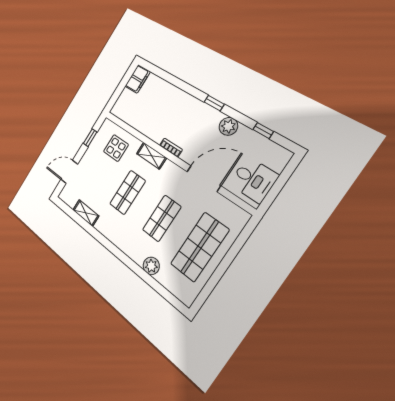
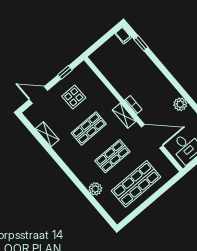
filing cabinet: (138, 79) -> (123, 35), width x0.50
window: (214, 103) -> (141, 43), moved
display table: (116, 148) -> (74, 97), moved
shelving: (151, 156) -> (124, 116), moved

